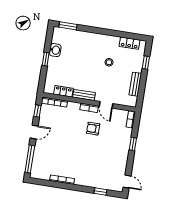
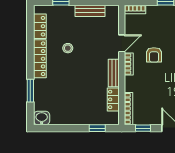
window: (68, 26) -> (30, 91), moved
locker: (104, 39) -> (40, 59), added
washbasin: (55, 50) -> (42, 118), moved
window: (46, 59) -> (97, 128), moved

